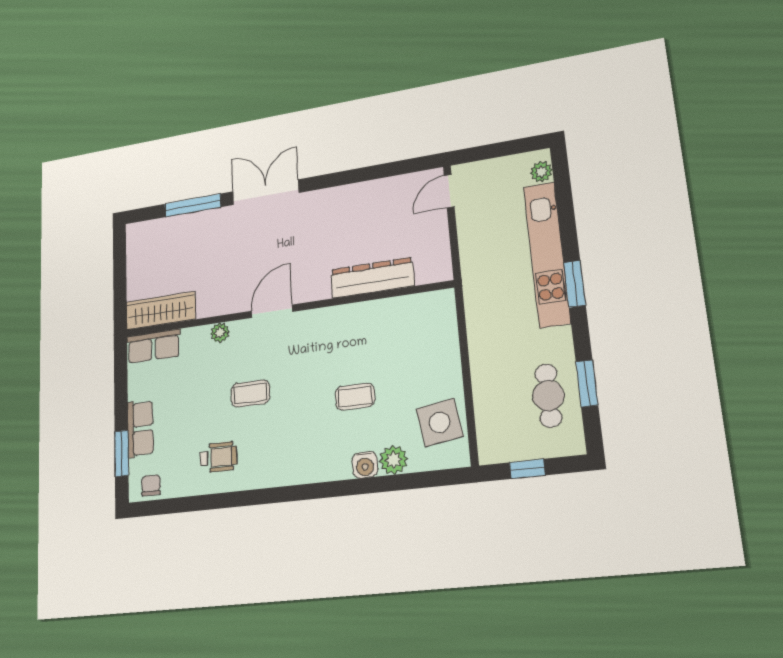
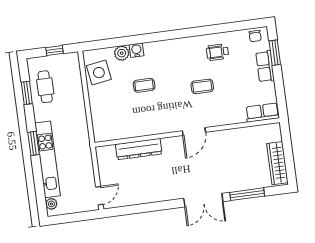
wardrobe: (161, 311) -> (277, 163), moved, turned 90
plant: (220, 333) -> (223, 120), removed

